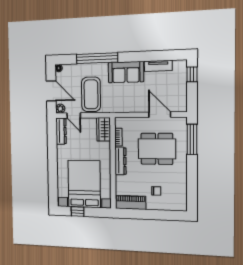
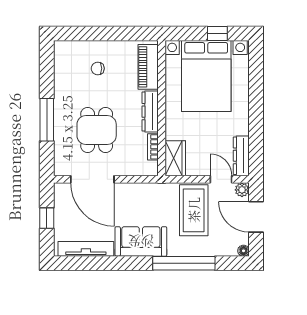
tv unit: (158, 66) -> (86, 249), width x1.41
window: (192, 74) -> (47, 218), moved
door: (160, 115) -> (92, 179), width x1.36
window: (192, 139) -> (47, 120), moved
dining table: (157, 149) -> (97, 130), width x0.73
piano: (131, 202) -> (148, 67), moved, turned 90

